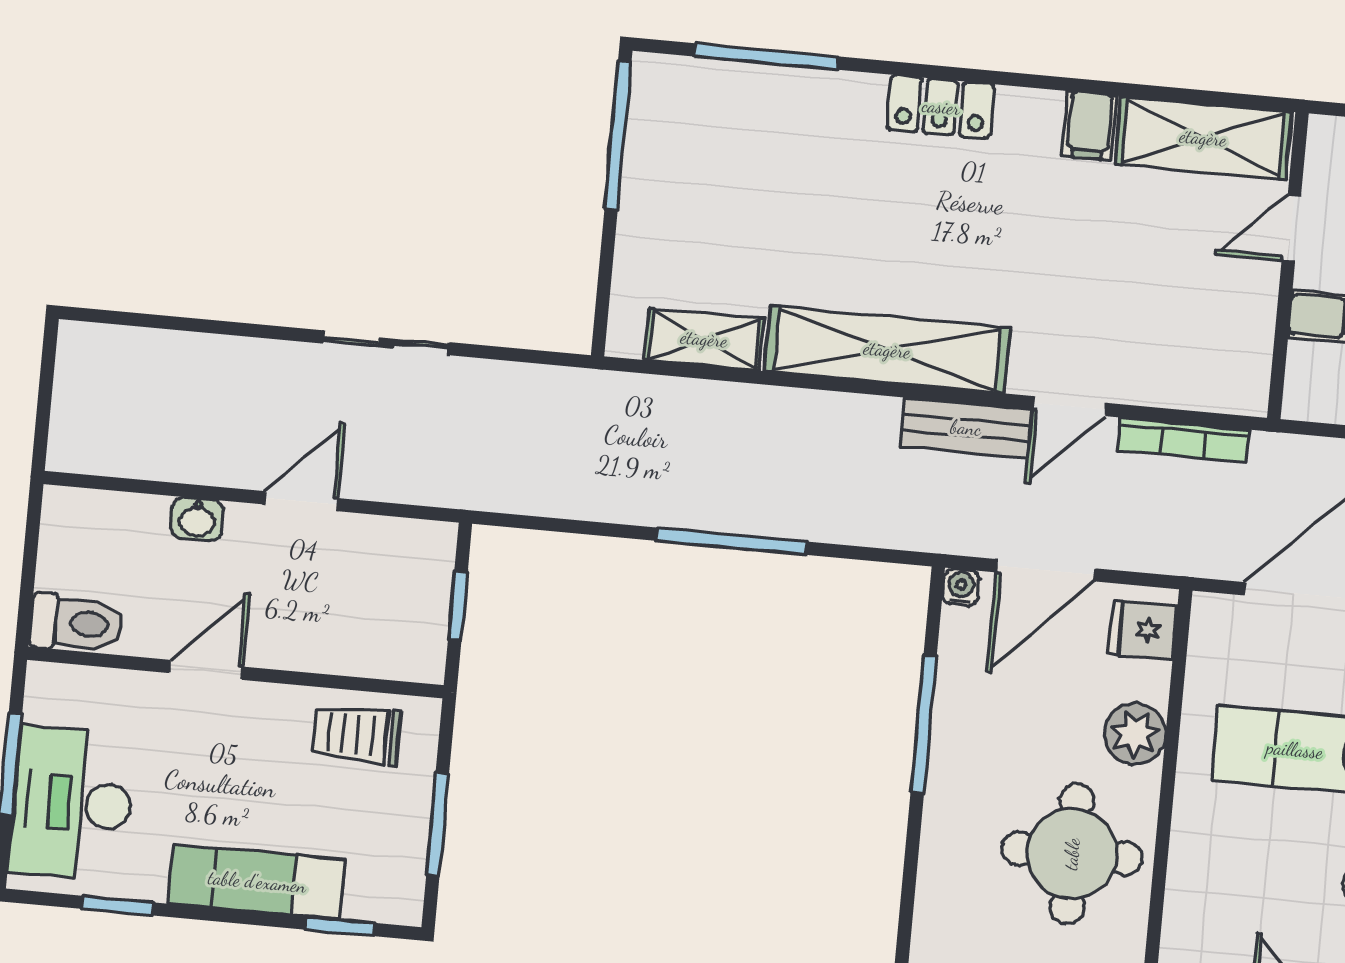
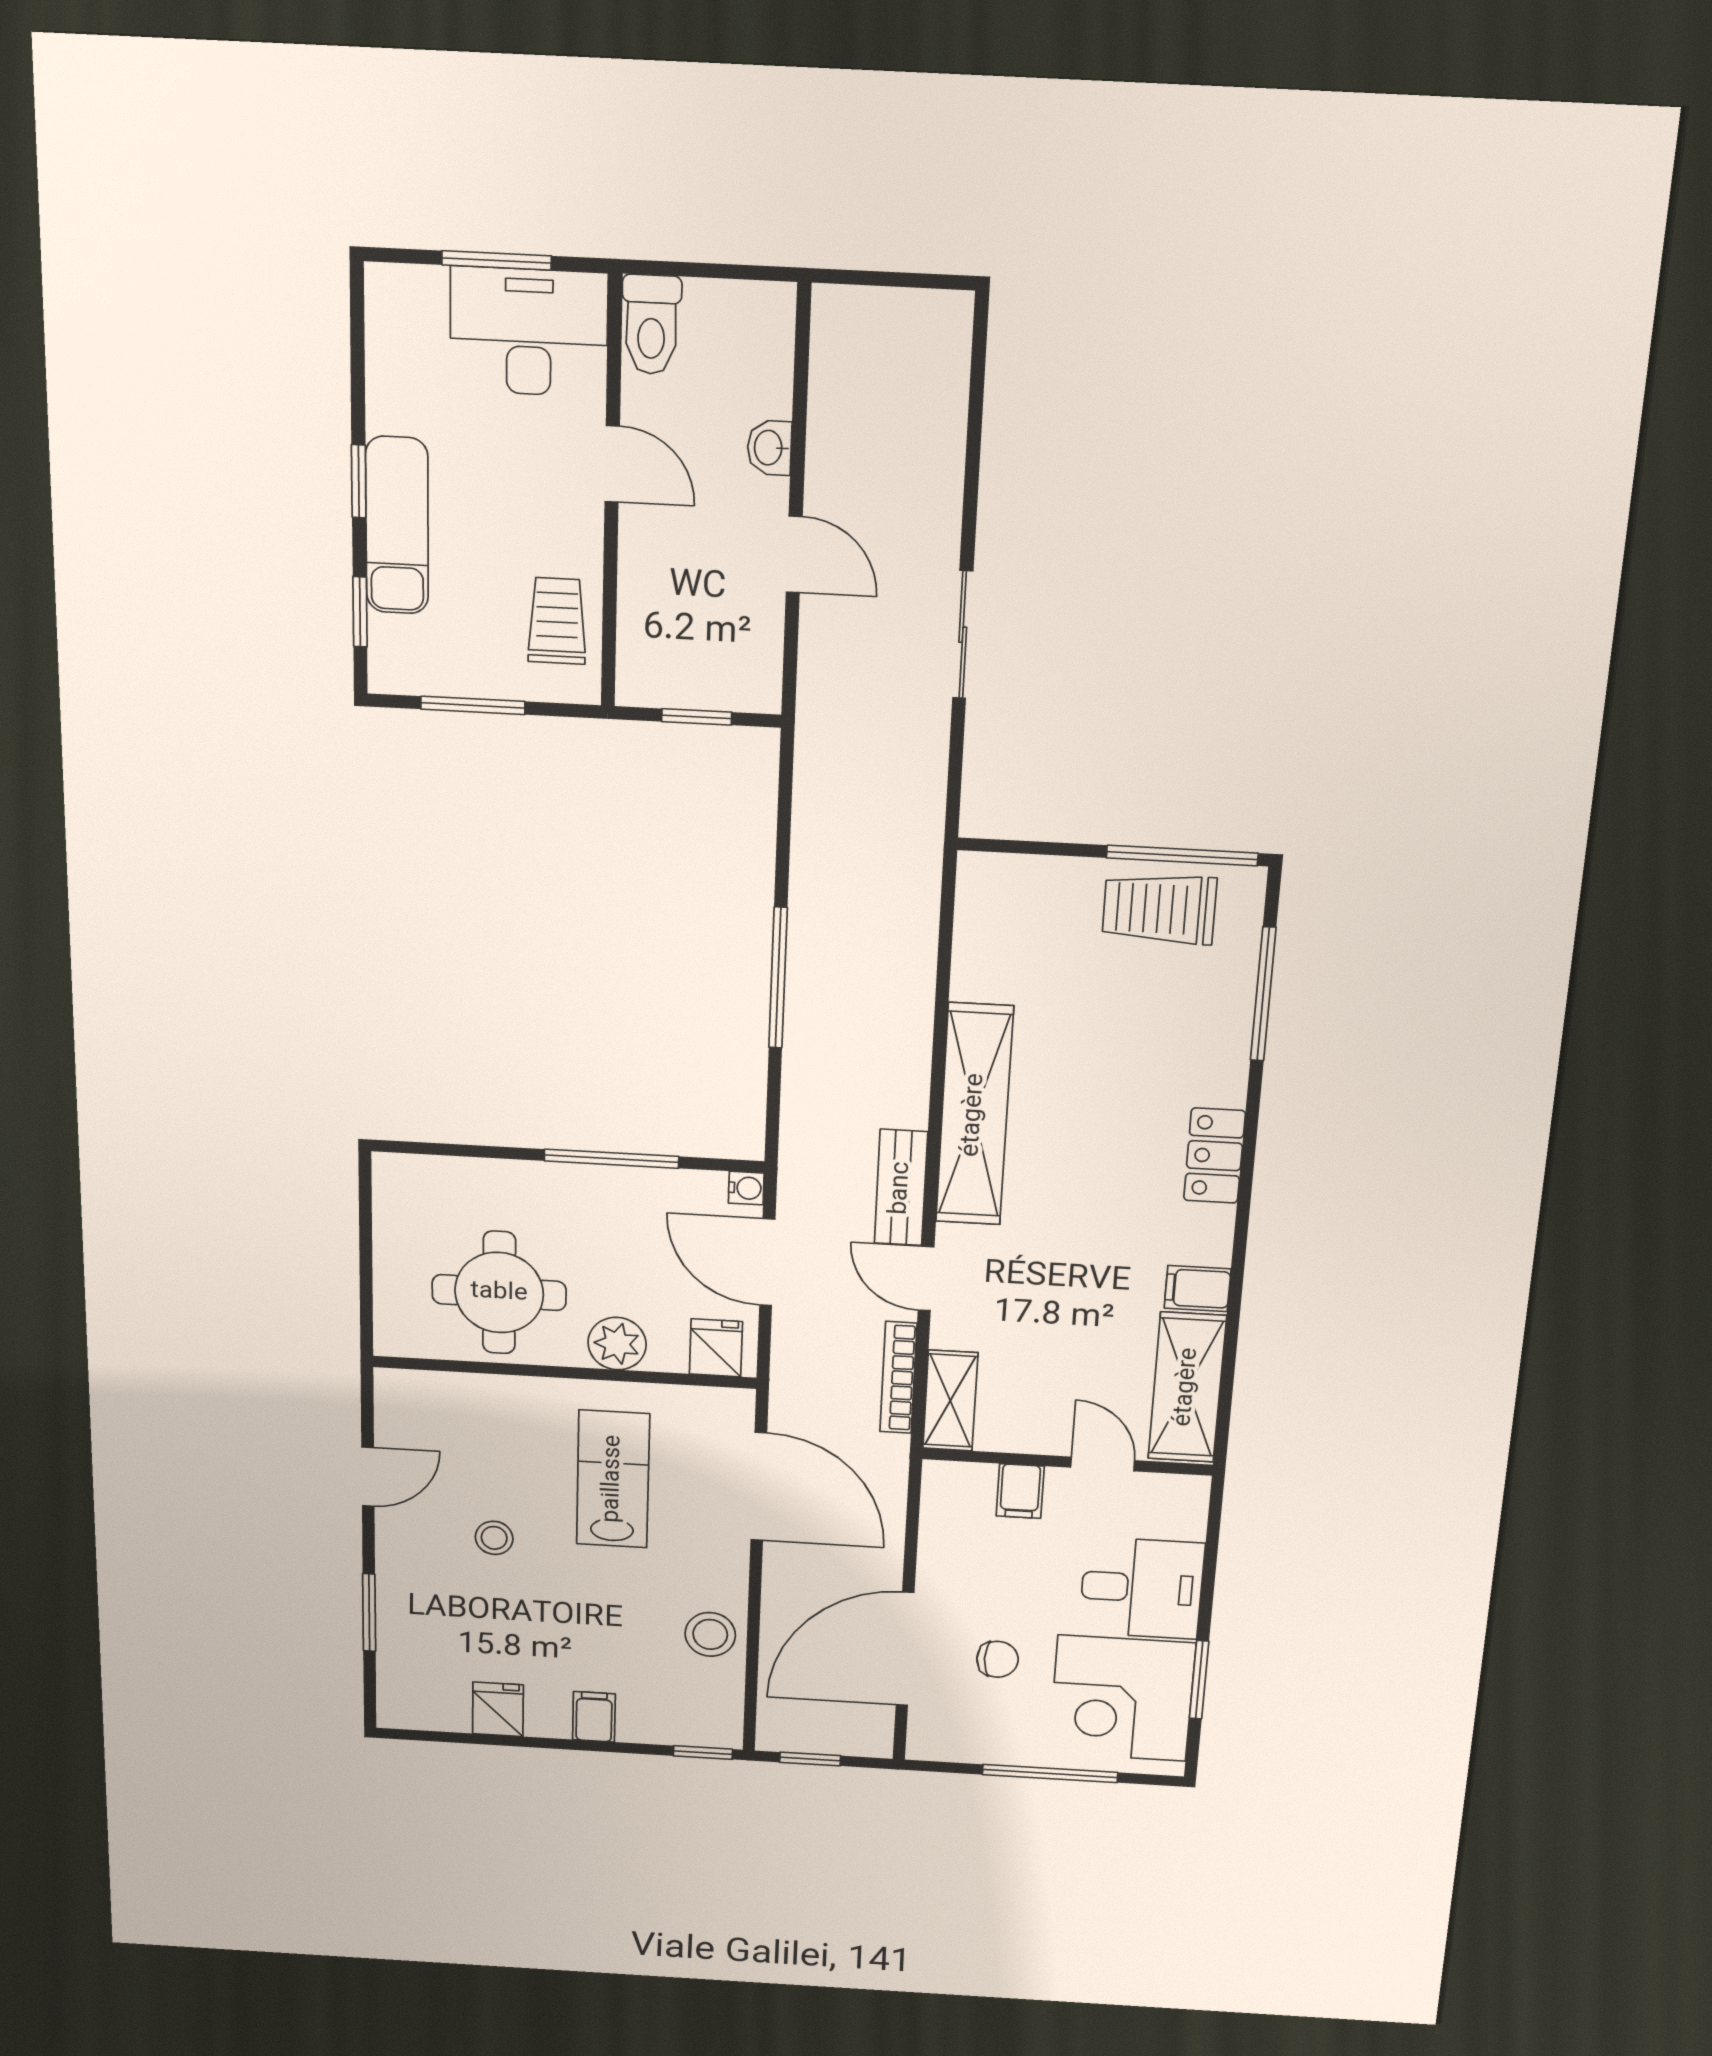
trolley: (673, 158) -> (1159, 909), added
shelving: (704, 339) -> (950, 1401), moved
desk: (72, 803) -> (529, 332), moved
window: (117, 906) -> (359, 481), moved

